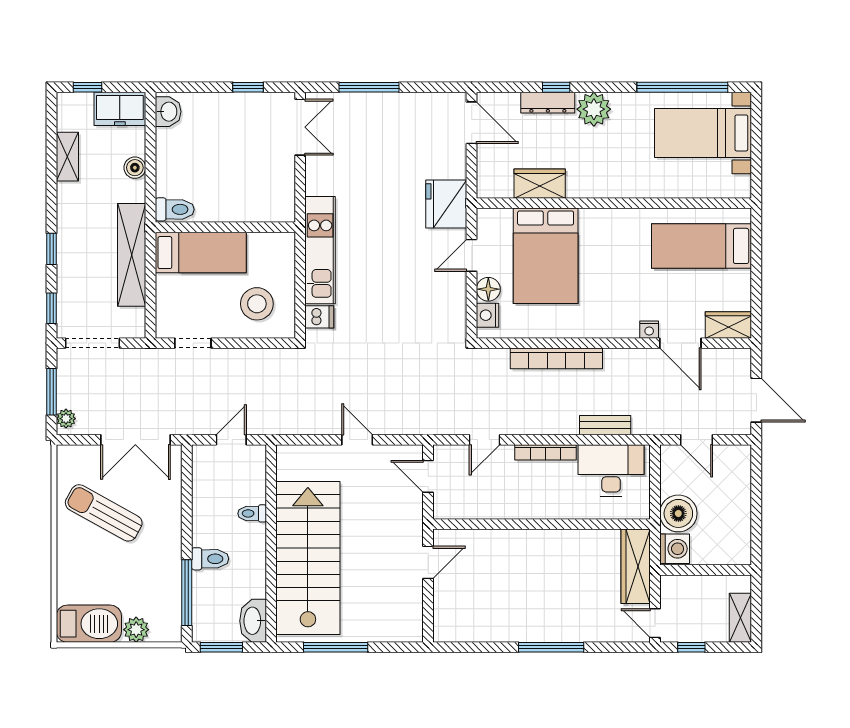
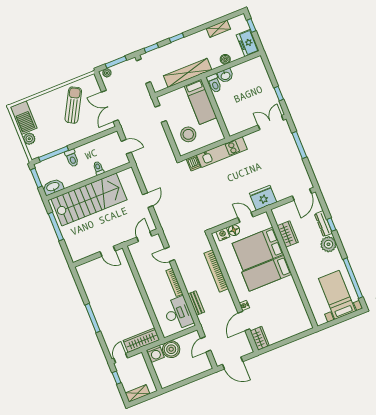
washbasin: (168, 112) -> (225, 76), moved
double door: (300, 127) -> (271, 123), swing flipped
bed: (702, 246) -> (267, 273), moved, turned -90
door: (756, 400) -> (233, 363), hinge flipped

